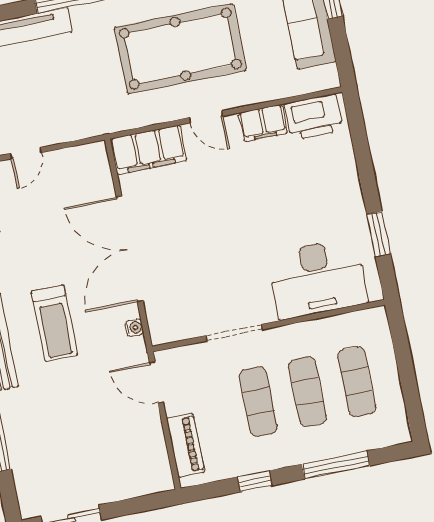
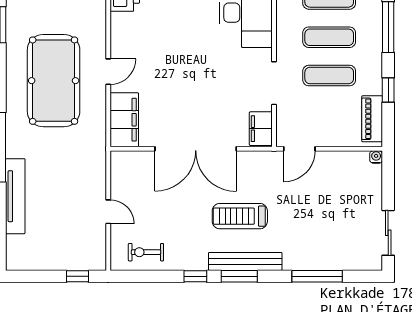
filing cabinet: (263, 123) -> (261, 129), moved, turned 180
treadmill: (54, 323) -> (240, 216), turned 180
water cooler: (134, 328) -> (376, 157), moved
piano: (185, 445) -> (372, 119), moved, turned -90

